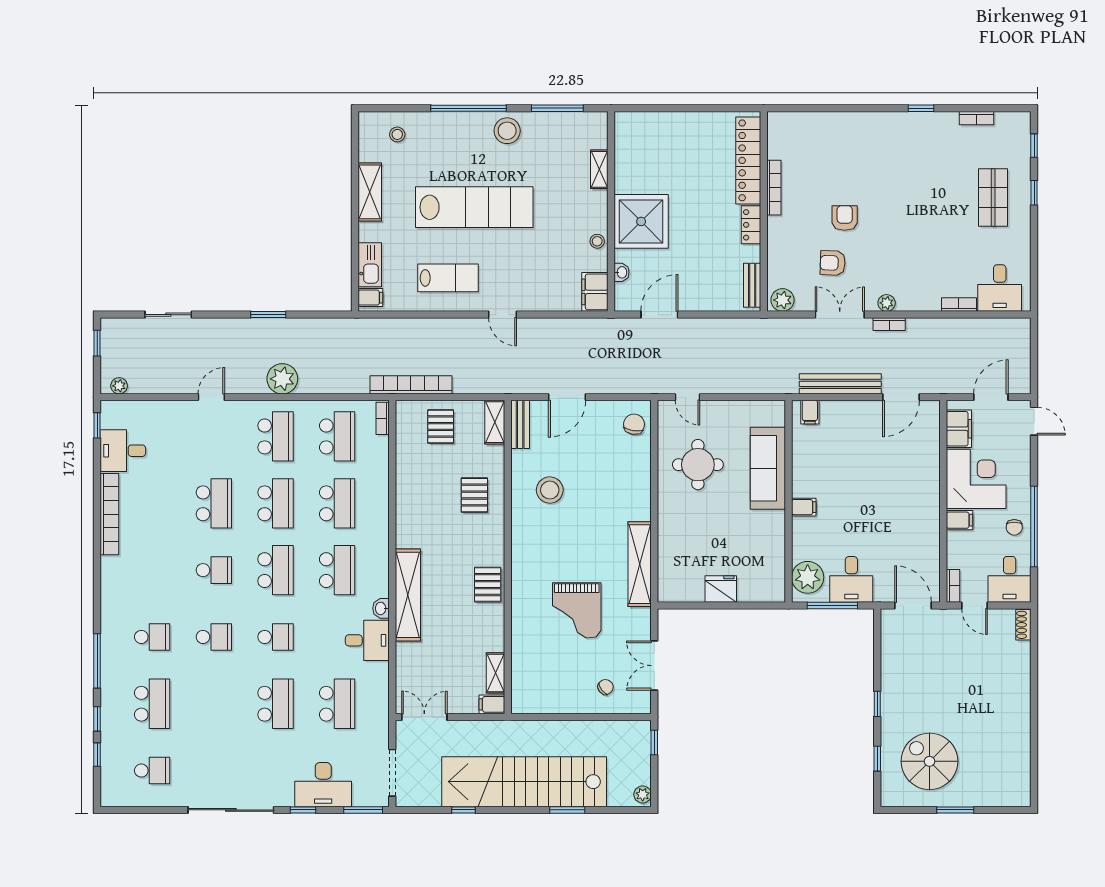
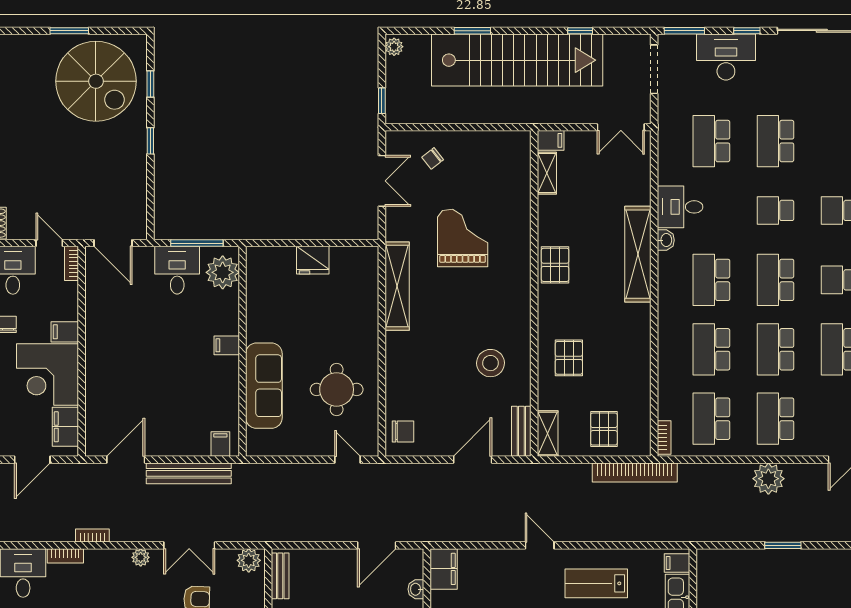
bookcase: (889, 324) -> (92, 535), moved
chair: (634, 424) -> (403, 431), turned -99
spiral stairs: (930, 761) -> (96, 81), width x1.37, depth x1.37

